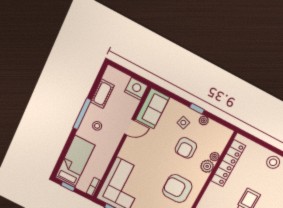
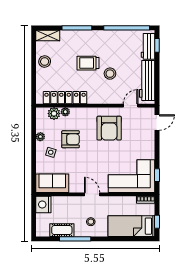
window: (197, 109) -> (34, 147), removed
window: (82, 114) -> (75, 239), moved
door: (129, 127) -> (92, 194), moved
plant: (207, 166) -> (54, 114), moved

